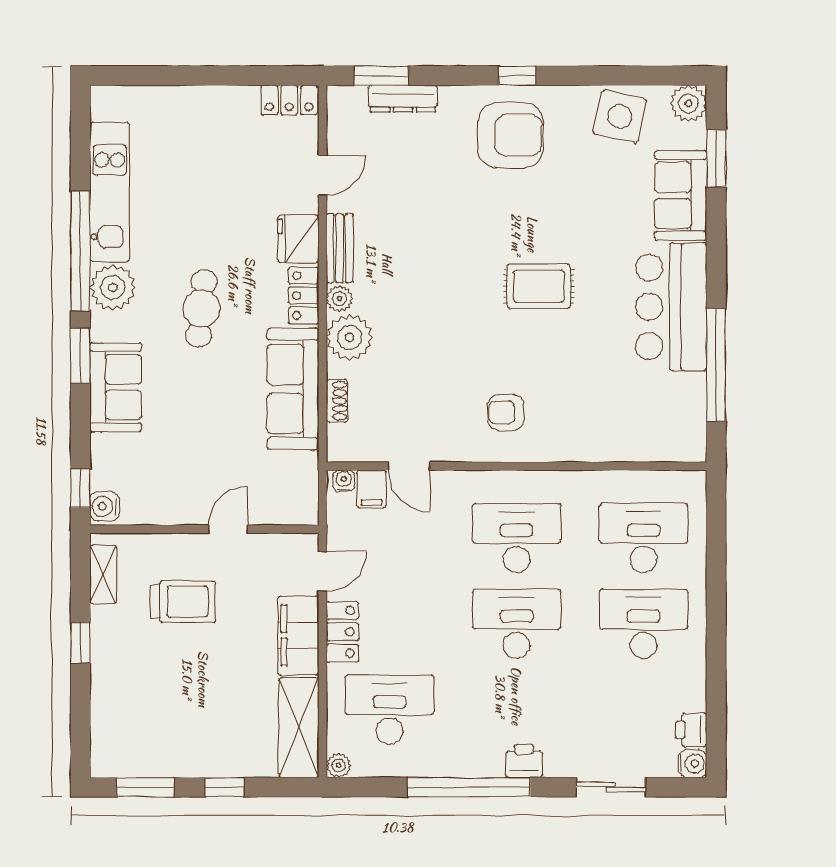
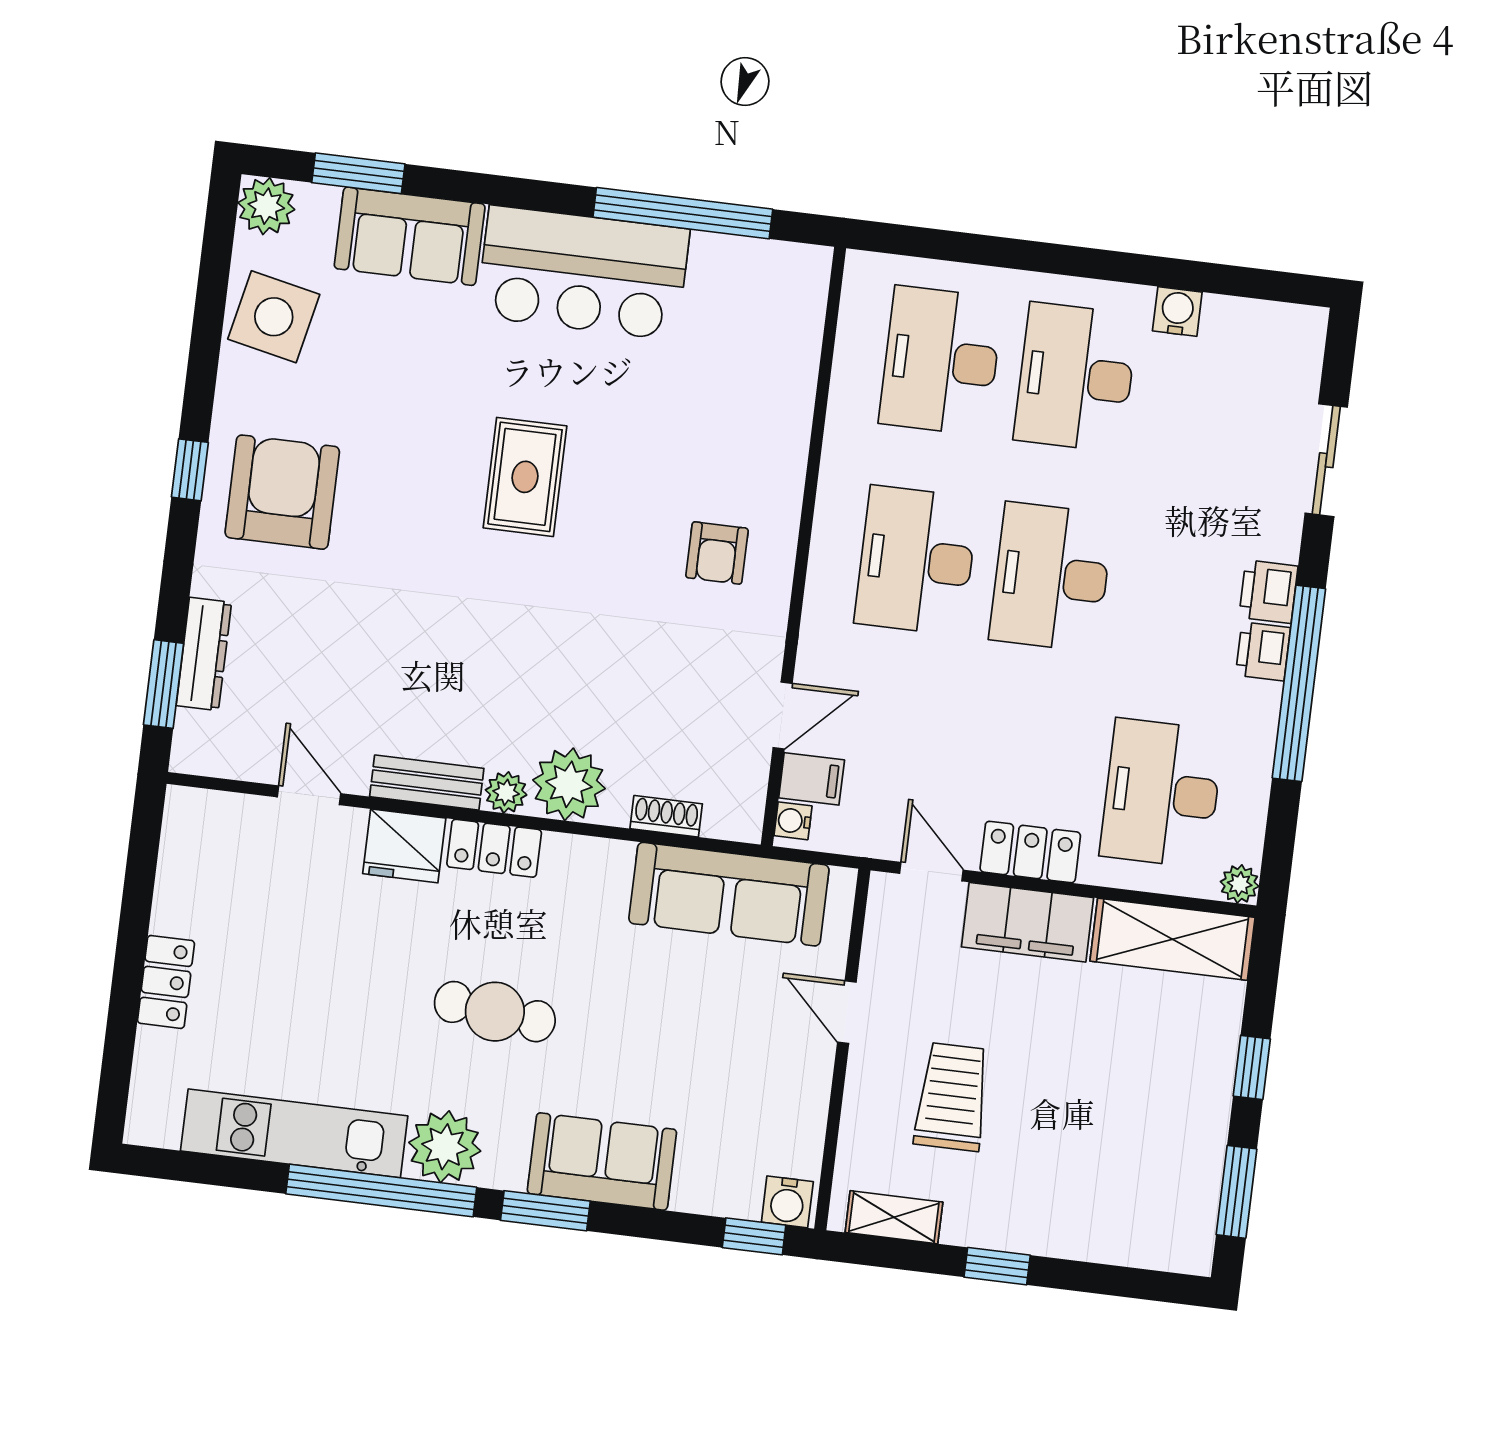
locker: (289, 100) -> (166, 982), moved
sofa: (293, 389) -> (729, 894), moved
printer: (691, 730) -> (1263, 651), moved, turned 90
water cooler: (693, 764) -> (1177, 312), moved

